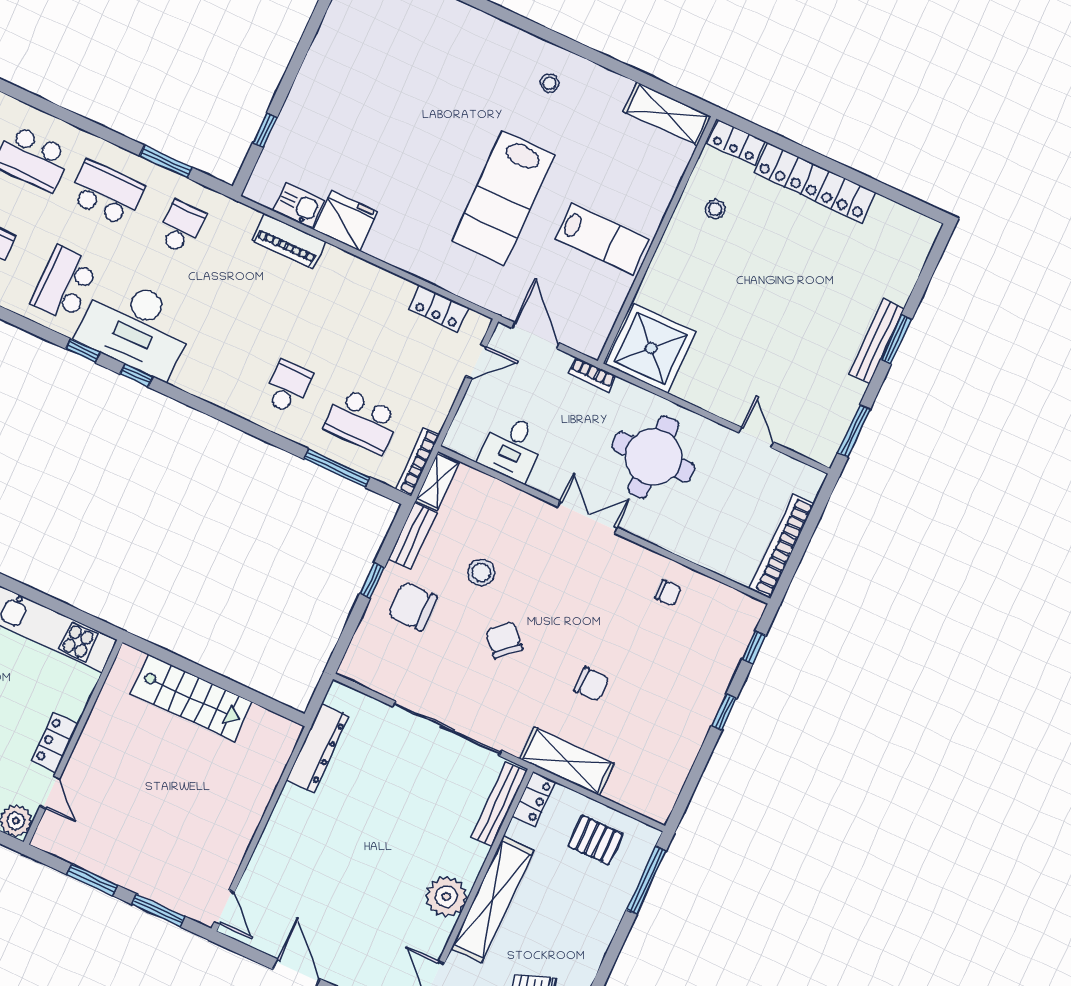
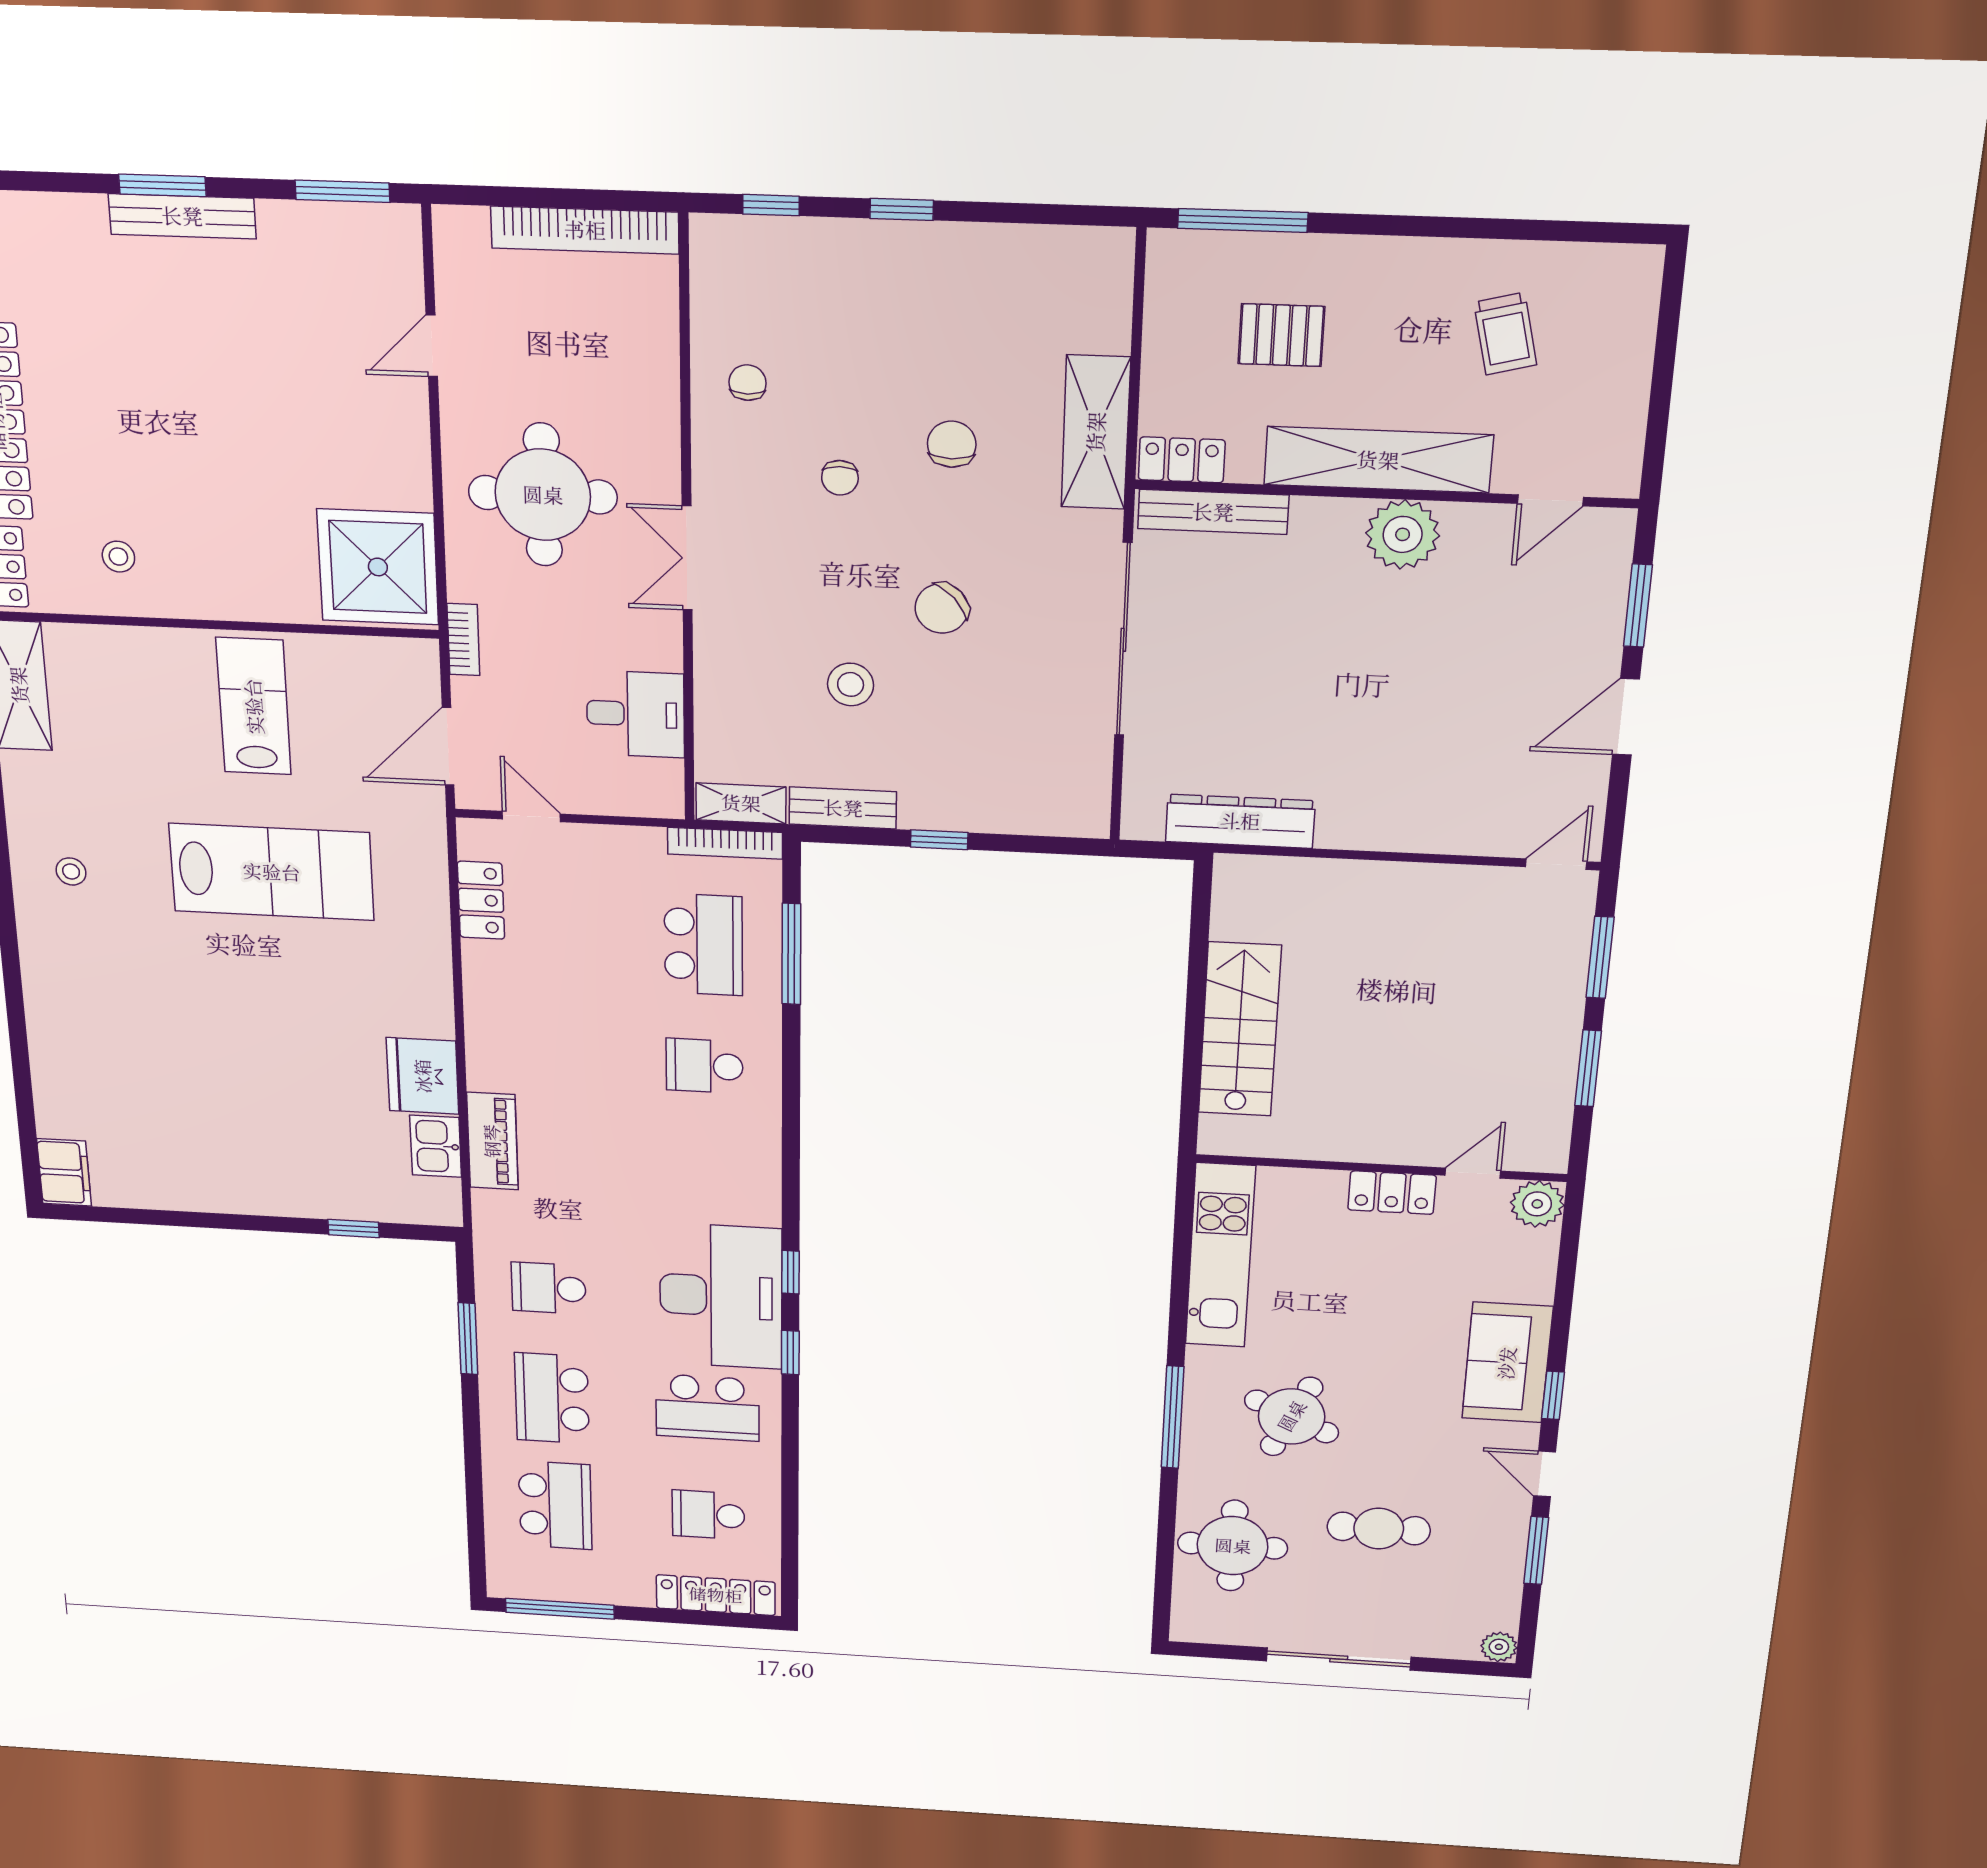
chair: (412, 606) -> (840, 478), moved, width x0.54, depth x0.54
pallet: (595, 840) -> (1281, 335), moved, turned 90

